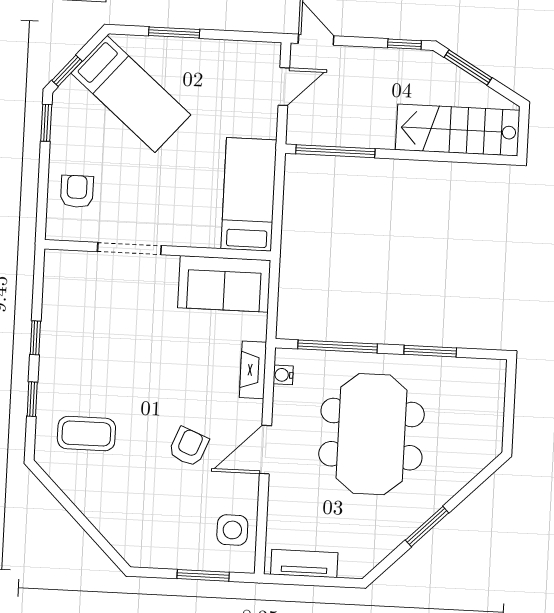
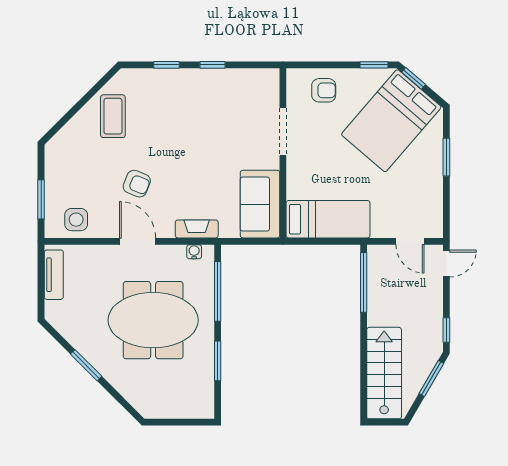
bed: (131, 94) -> (391, 121), width x1.50
coffee table: (86, 434) -> (113, 116), moved

